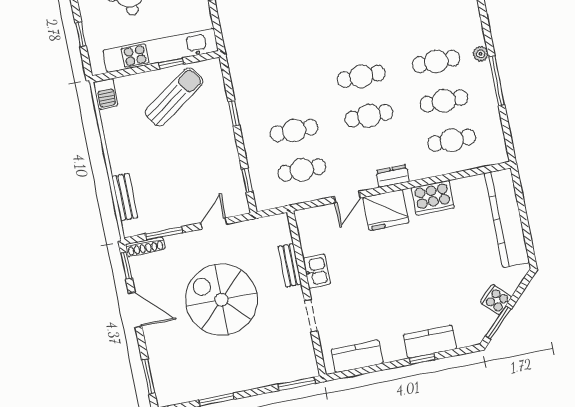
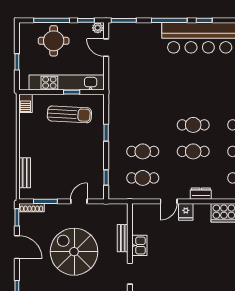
sun lounger: (174, 97) -> (69, 114), turned 38
fridge: (386, 210) -> (186, 212), width x0.53, depth x0.75

